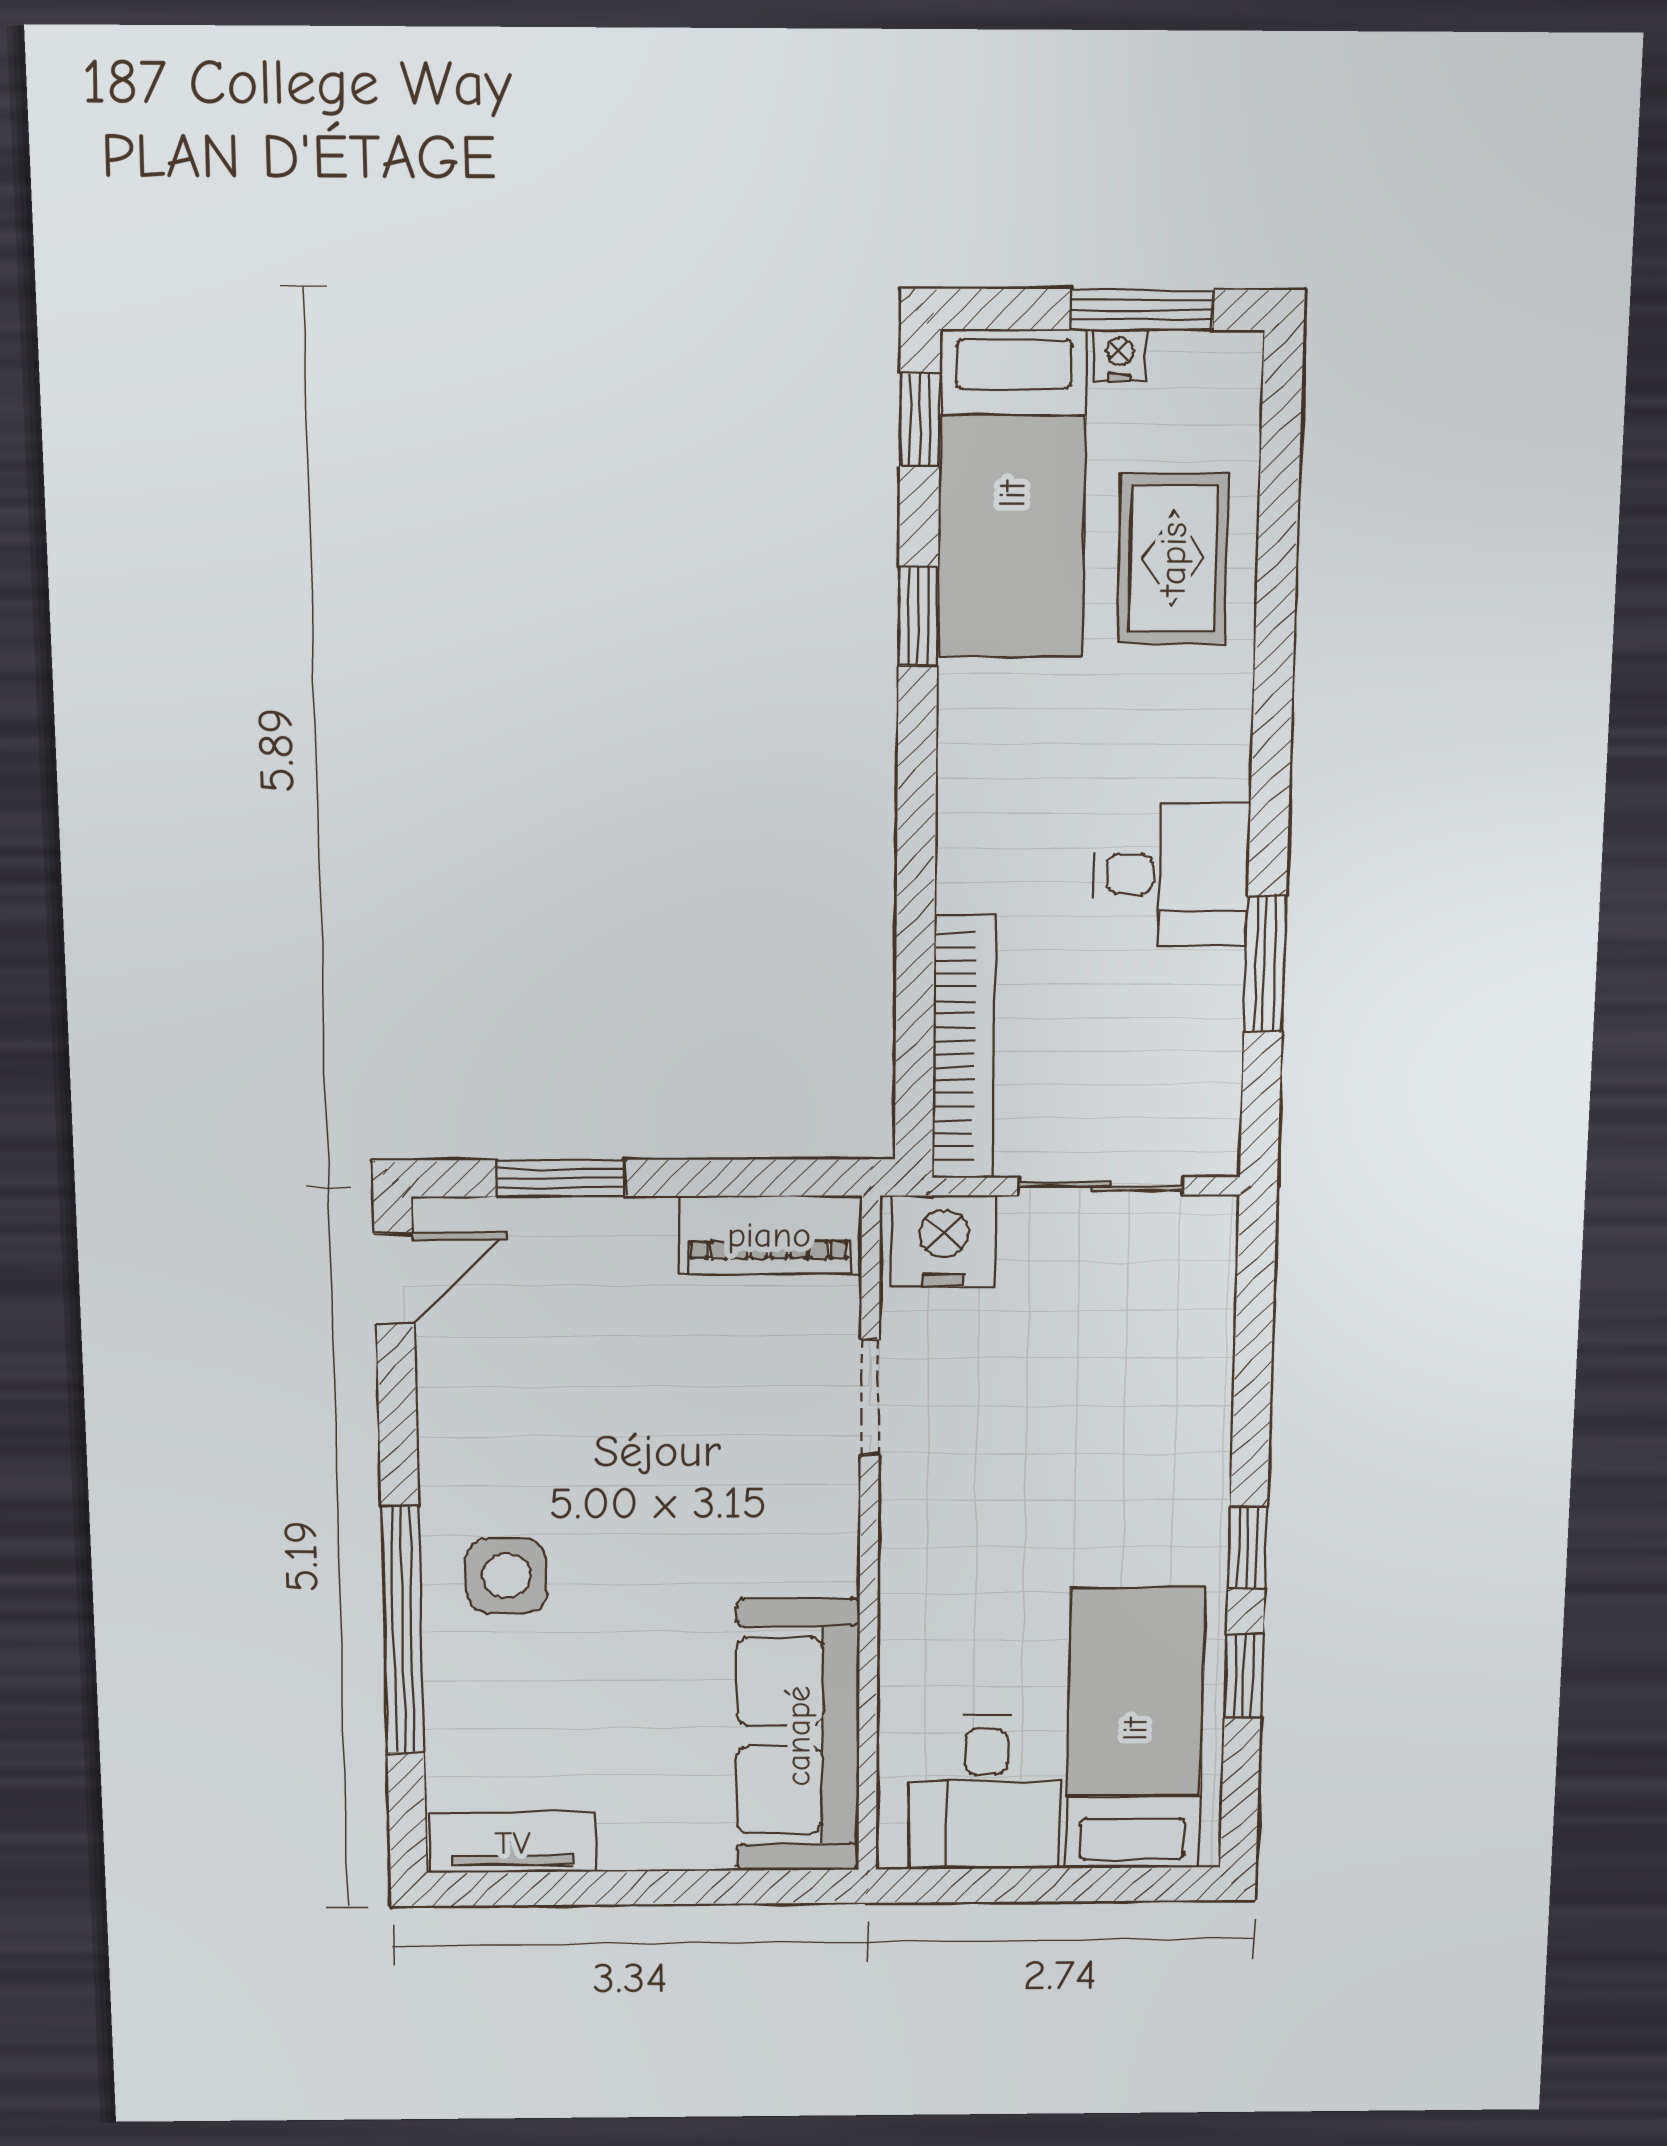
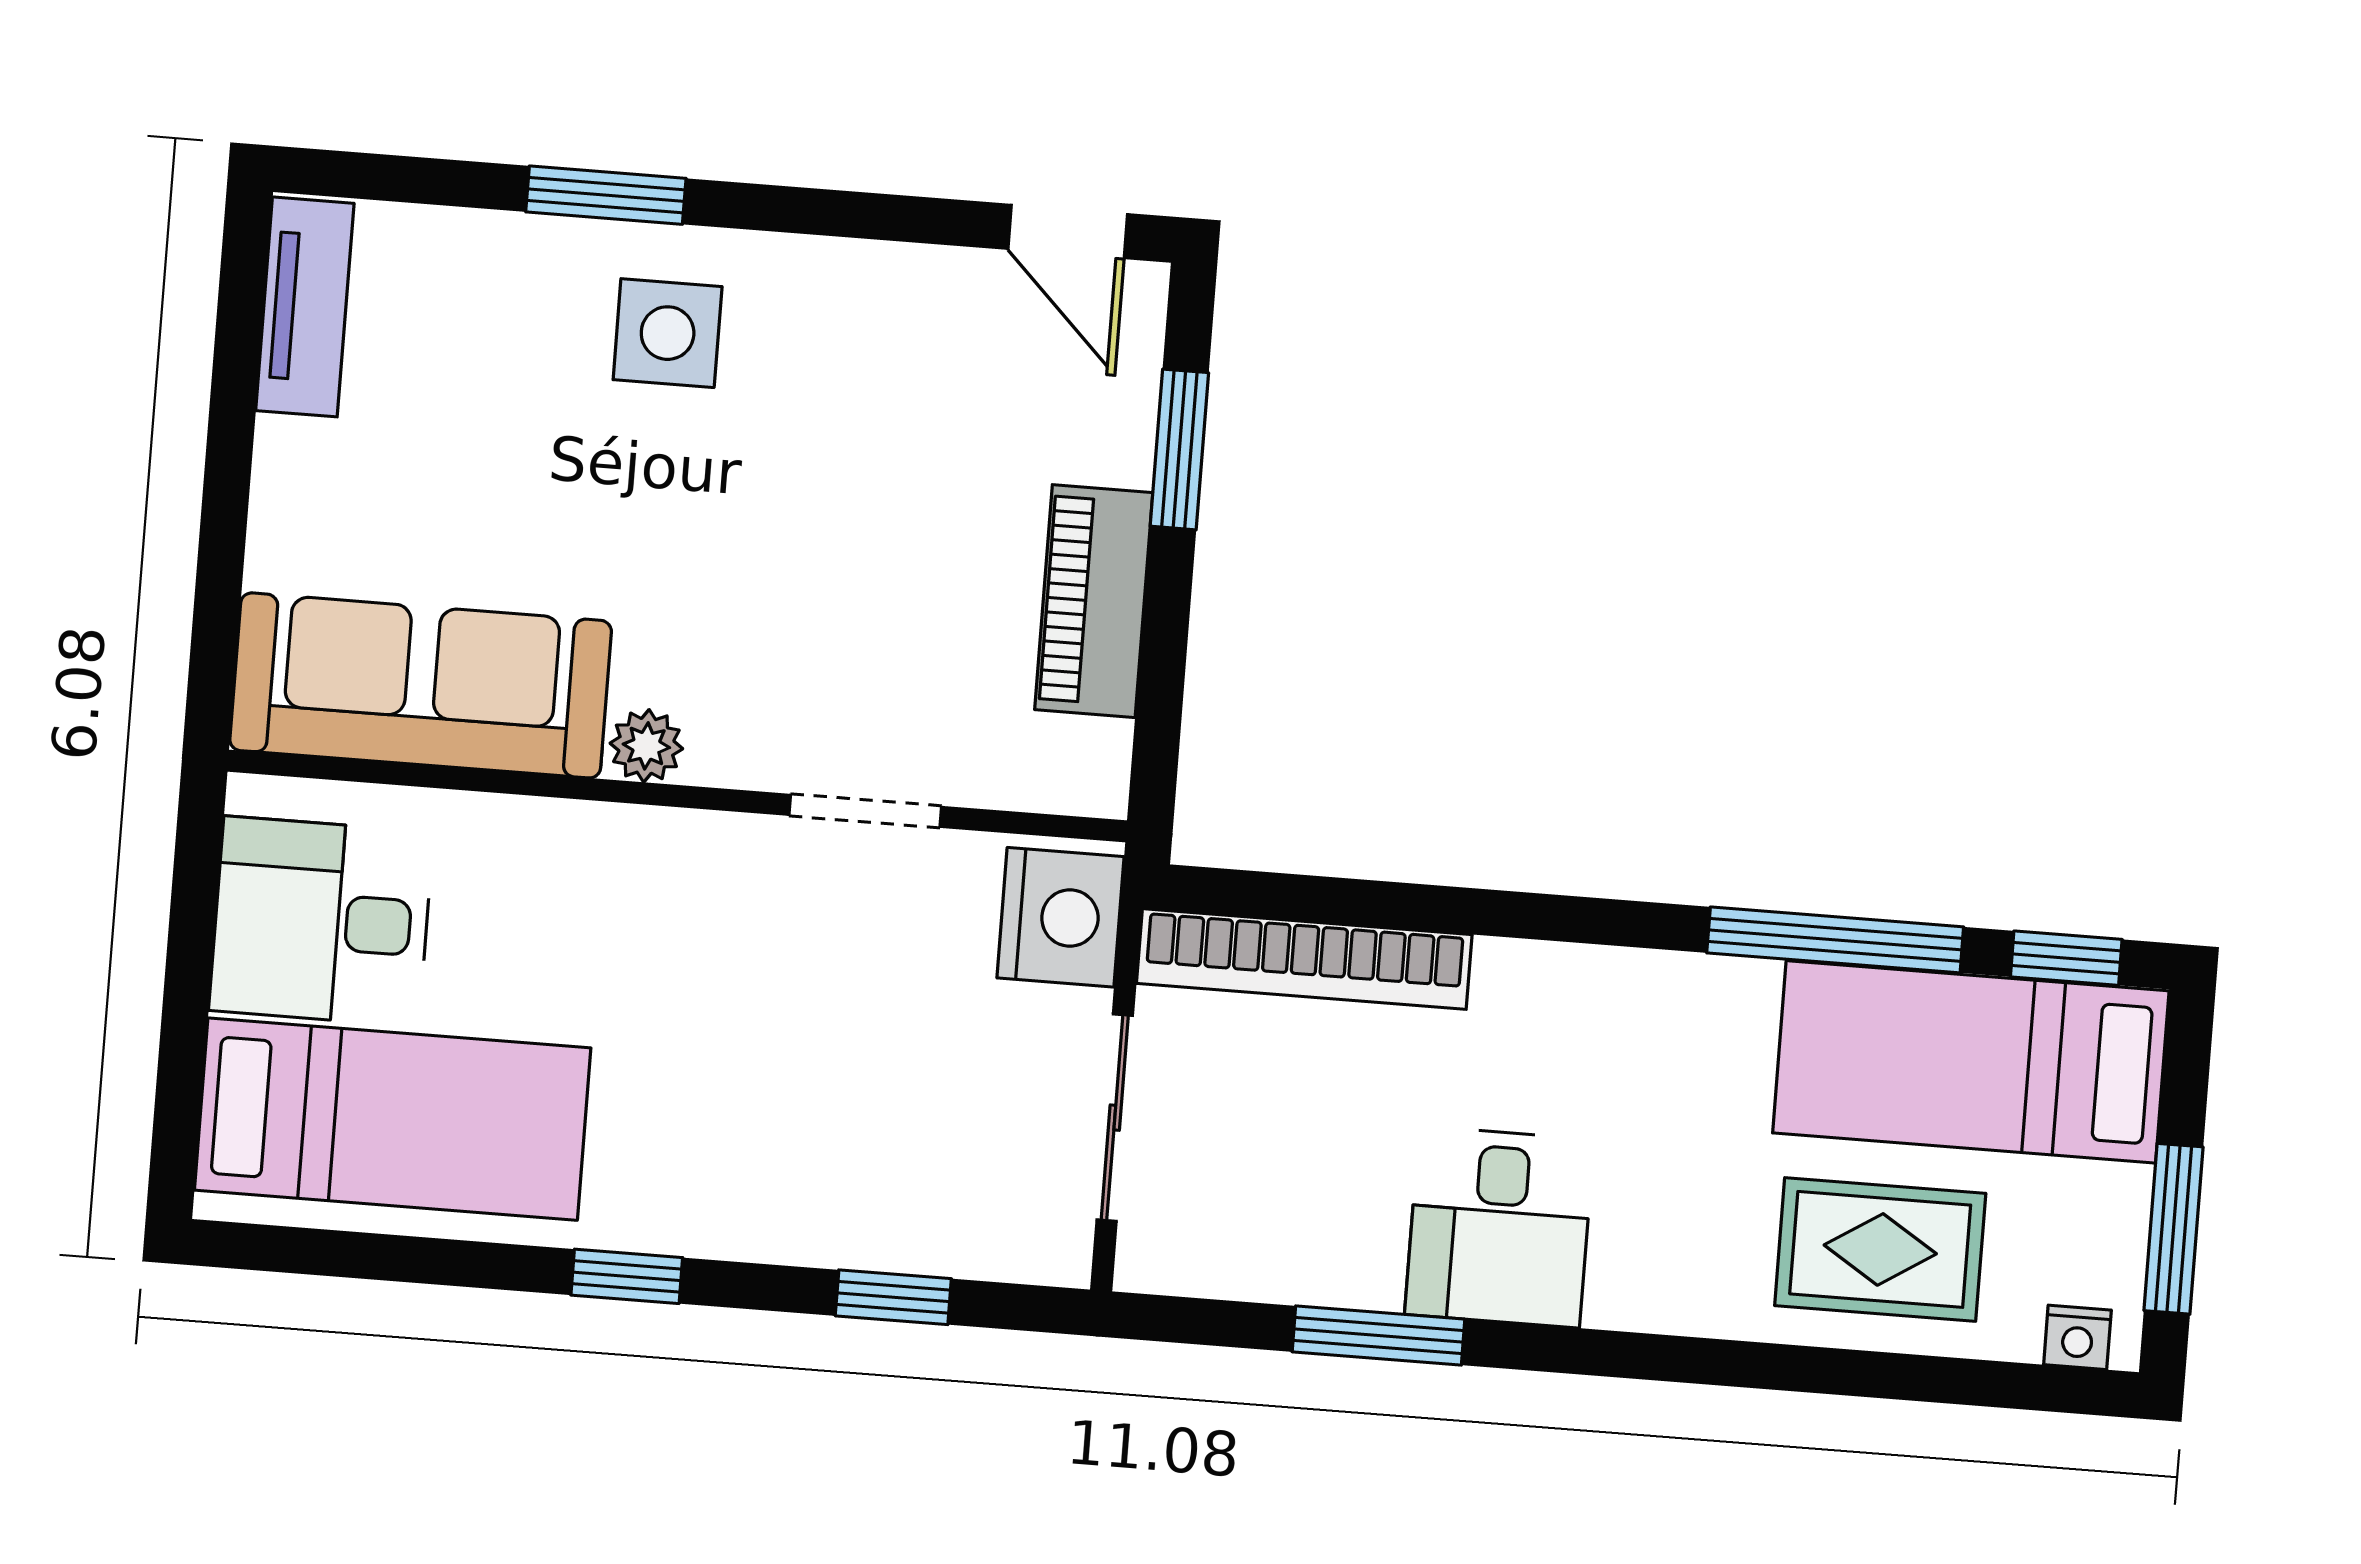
nightstand: (1120, 355) -> (2077, 1337), moved, turned 90
window: (918, 616) -> (1835, 940), width x2.17
piano: (769, 1235) -> (1094, 601), moved
plant: (831, 1566) -> (646, 746), added
window: (403, 1630) -> (606, 195), width x0.47
window: (1244, 1676) -> (893, 1297), moved

